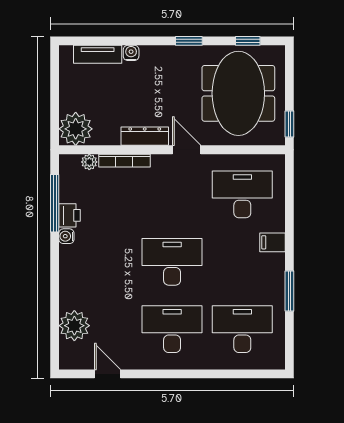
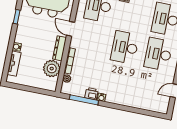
plant: (76, 129) -> (52, 69), moved
door: (187, 150) -> (71, 29), hinge flipped
plant: (74, 326) -> (147, 102), removed

